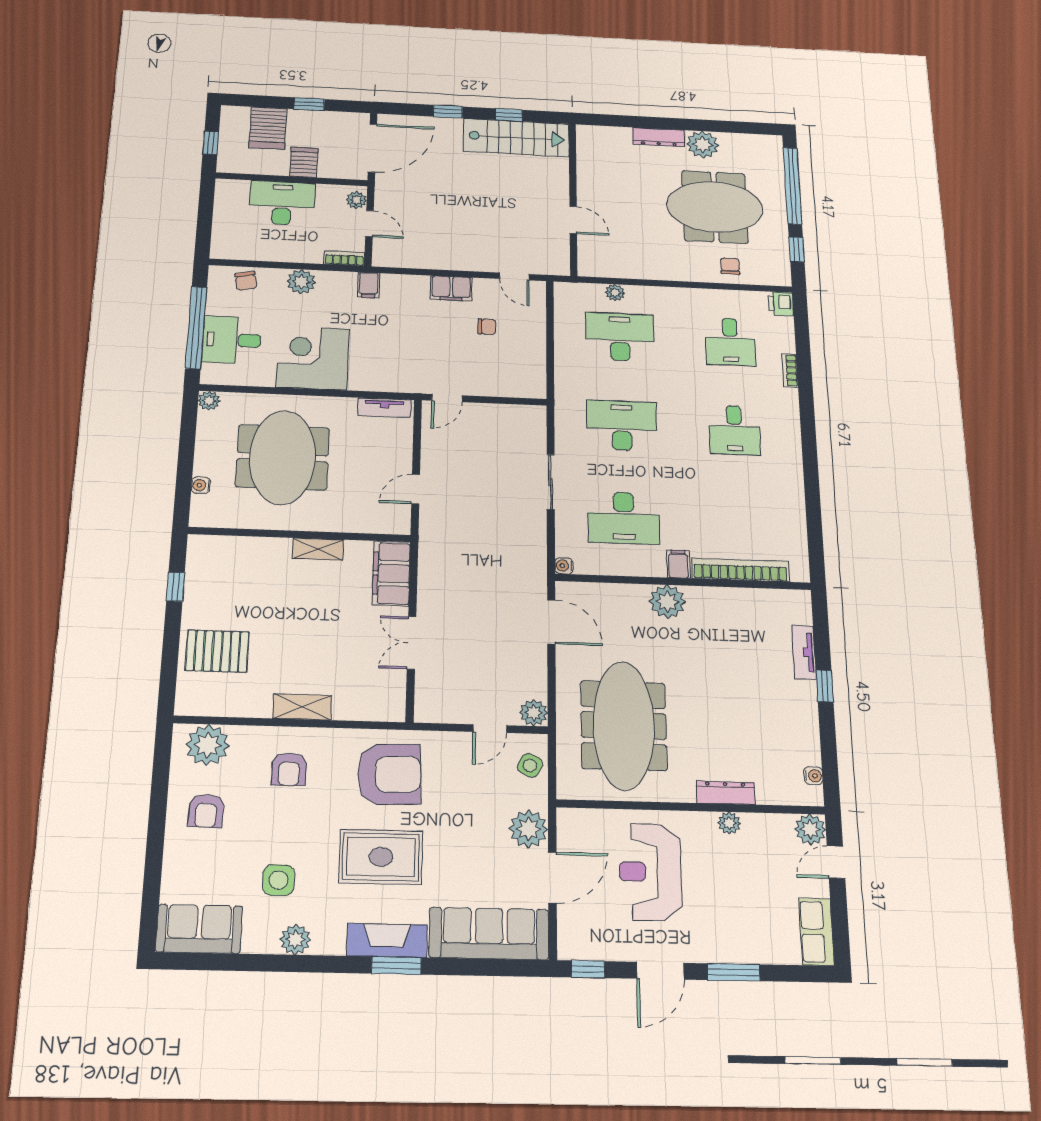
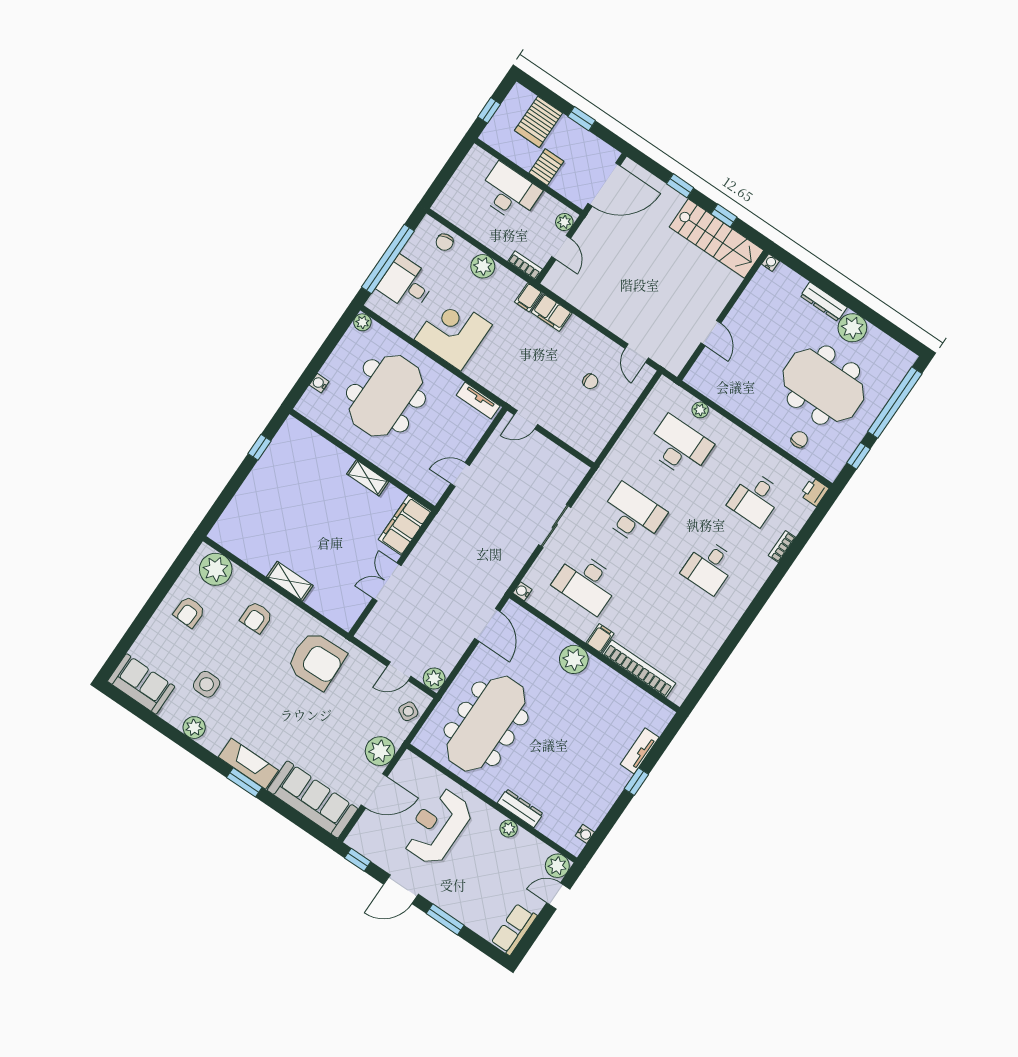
water cooler: (583, 131) -> (770, 263), added
filing cabinet: (451, 288) -> (551, 313), moved
pallet: (217, 651) -> (259, 509), removed
rug: (381, 857) -> (278, 710), removed

